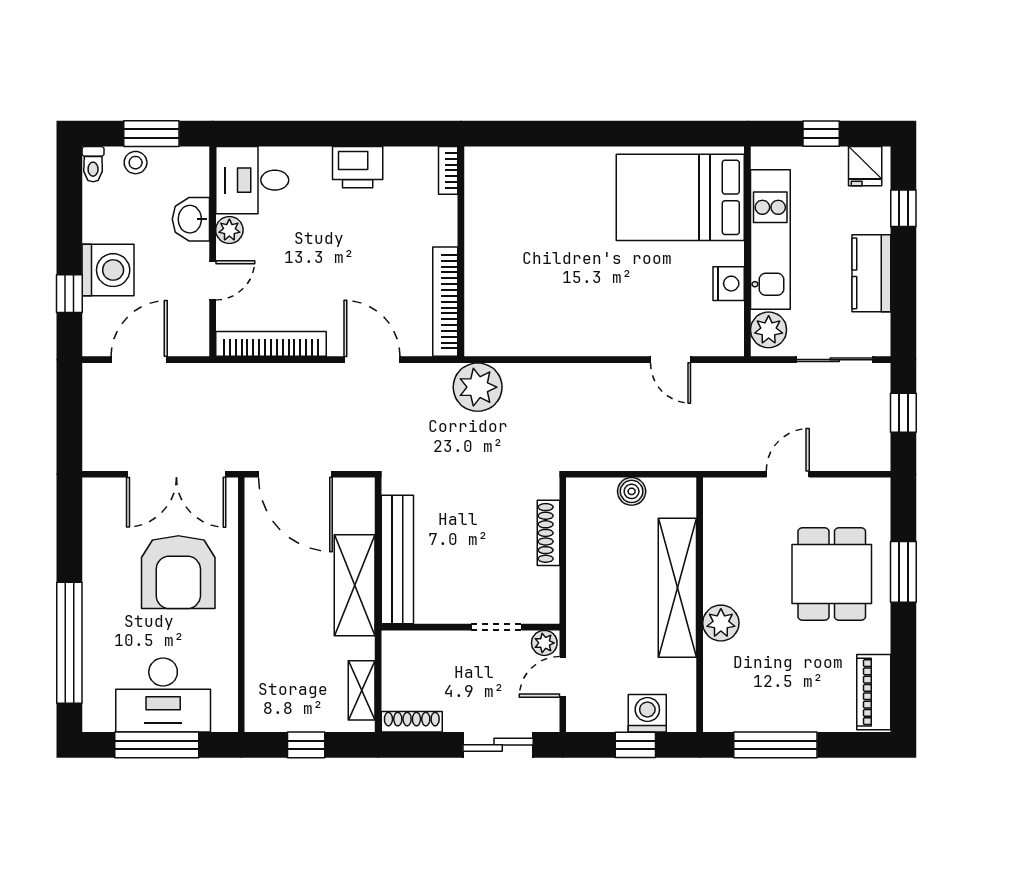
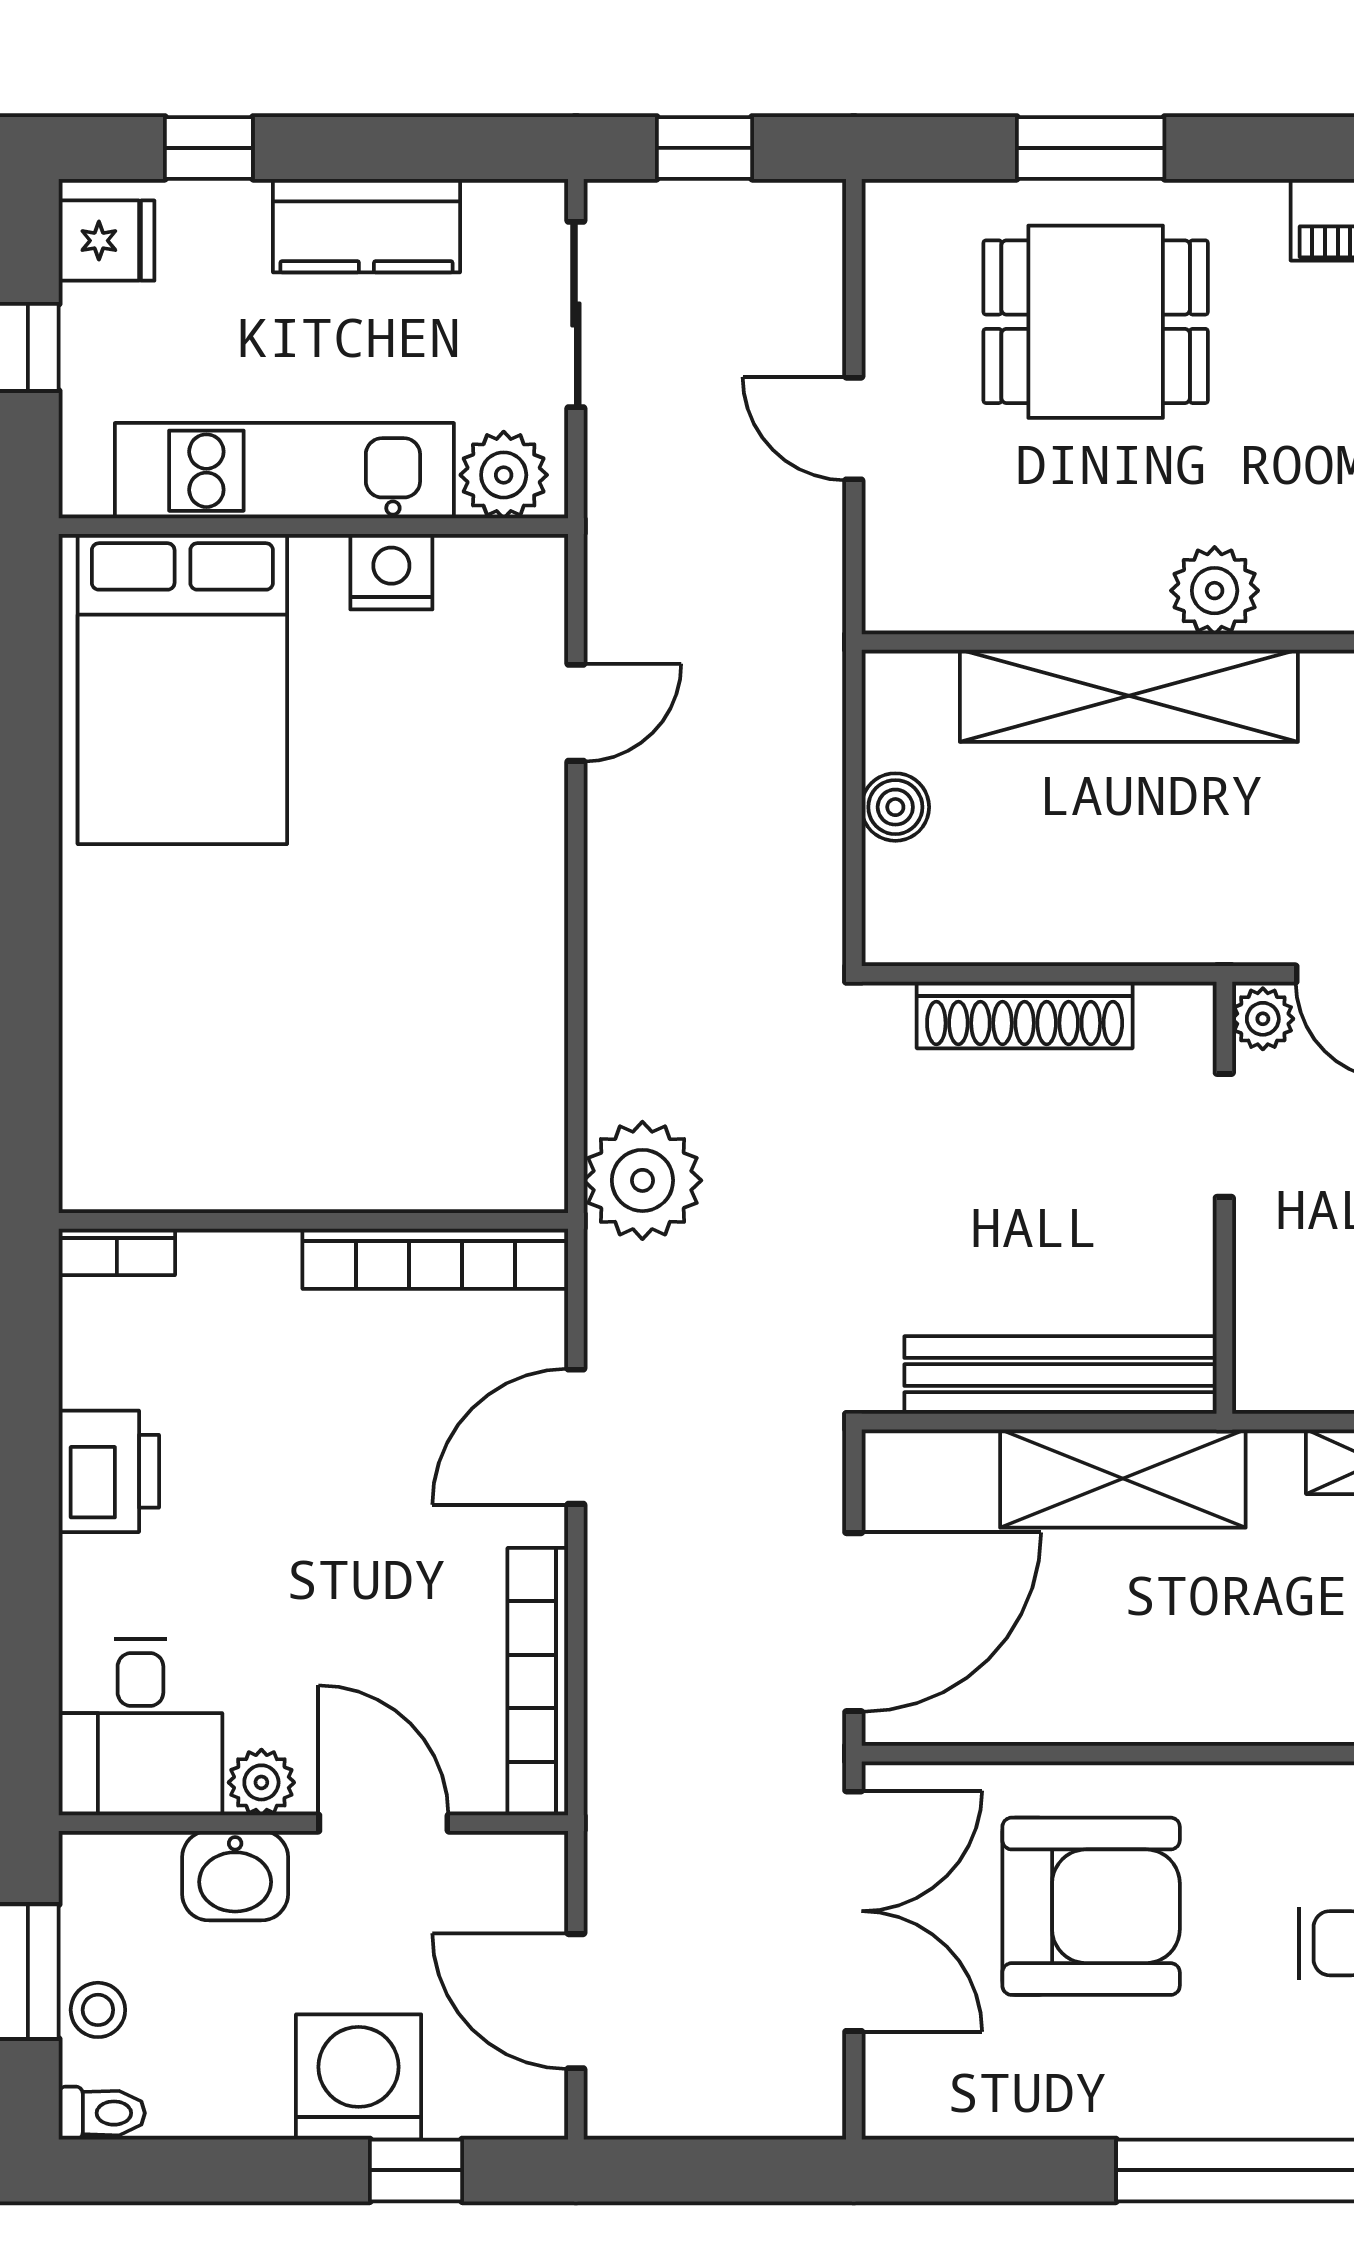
door: (213, 280) -> (383, 1823), width x1.38
shoe rack: (548, 533) -> (1025, 1015), width x1.36, depth x1.24

